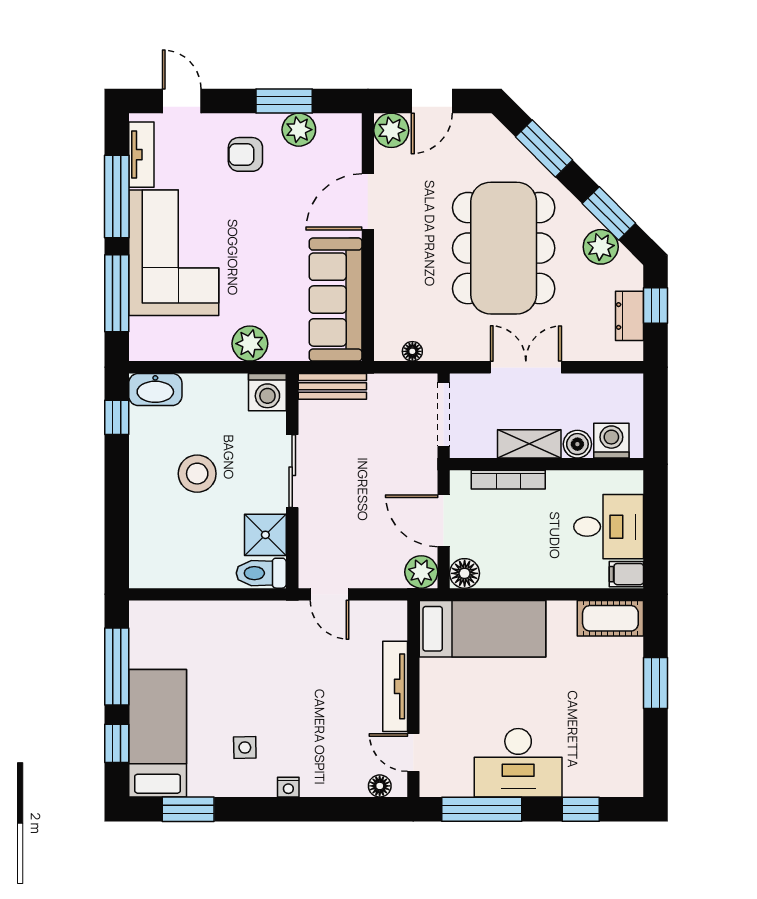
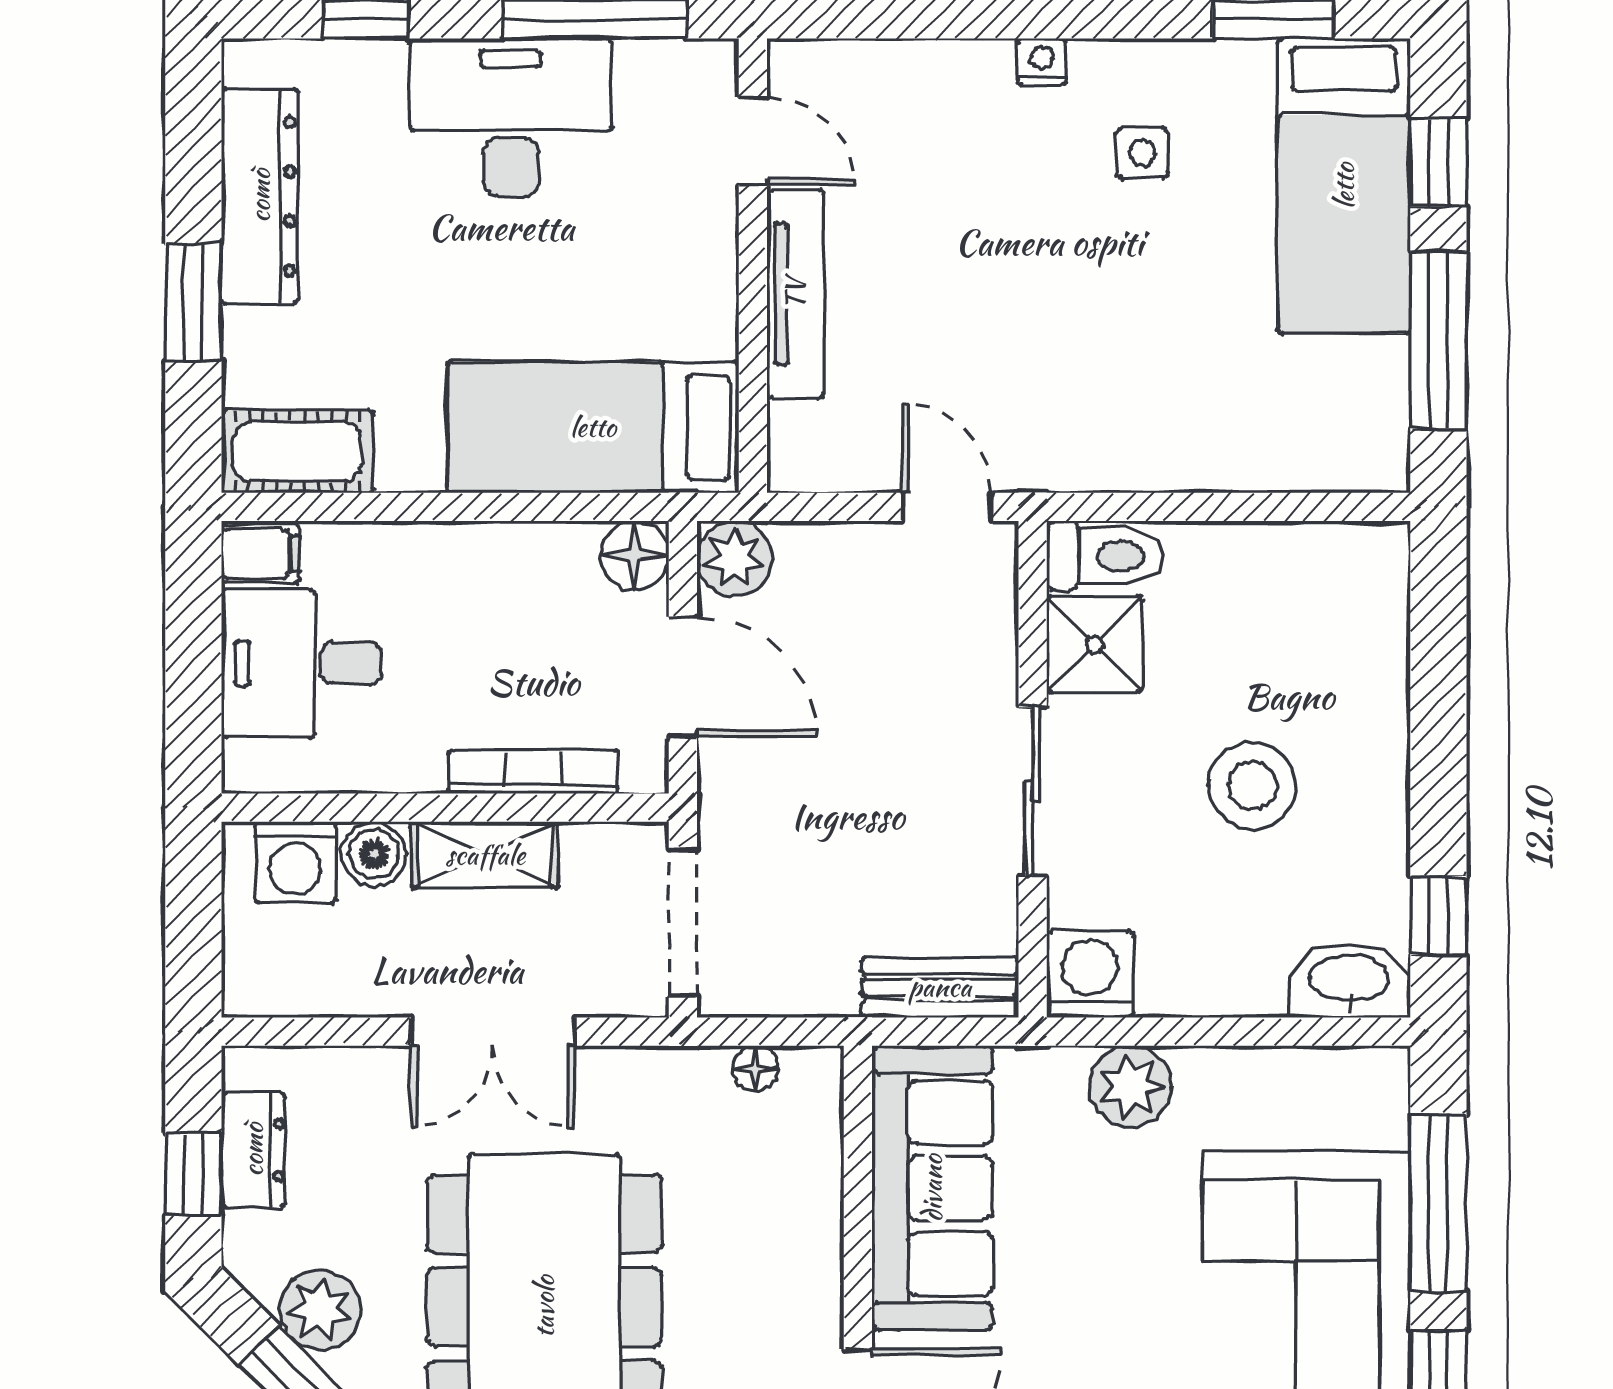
dresser: (627, 729) -> (260, 196), added
floor lamp: (380, 786) -> (830, 64), removed

